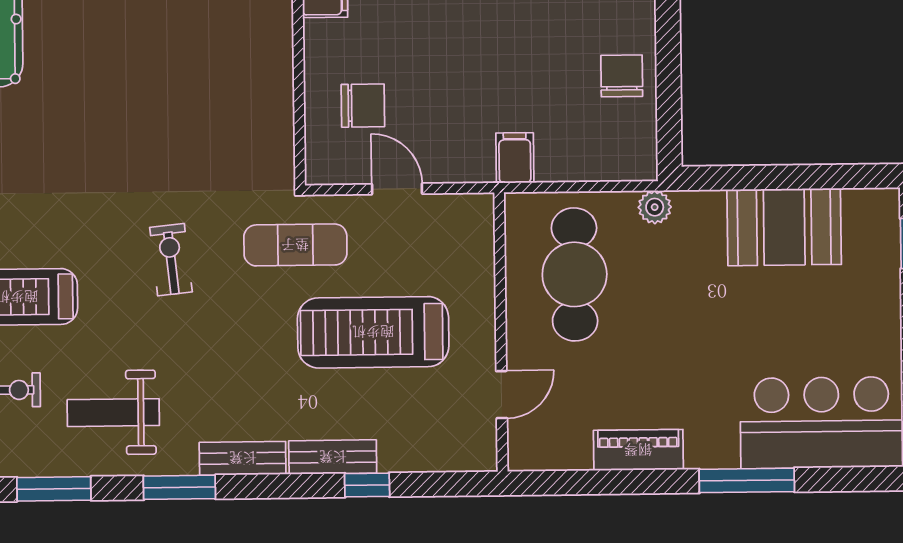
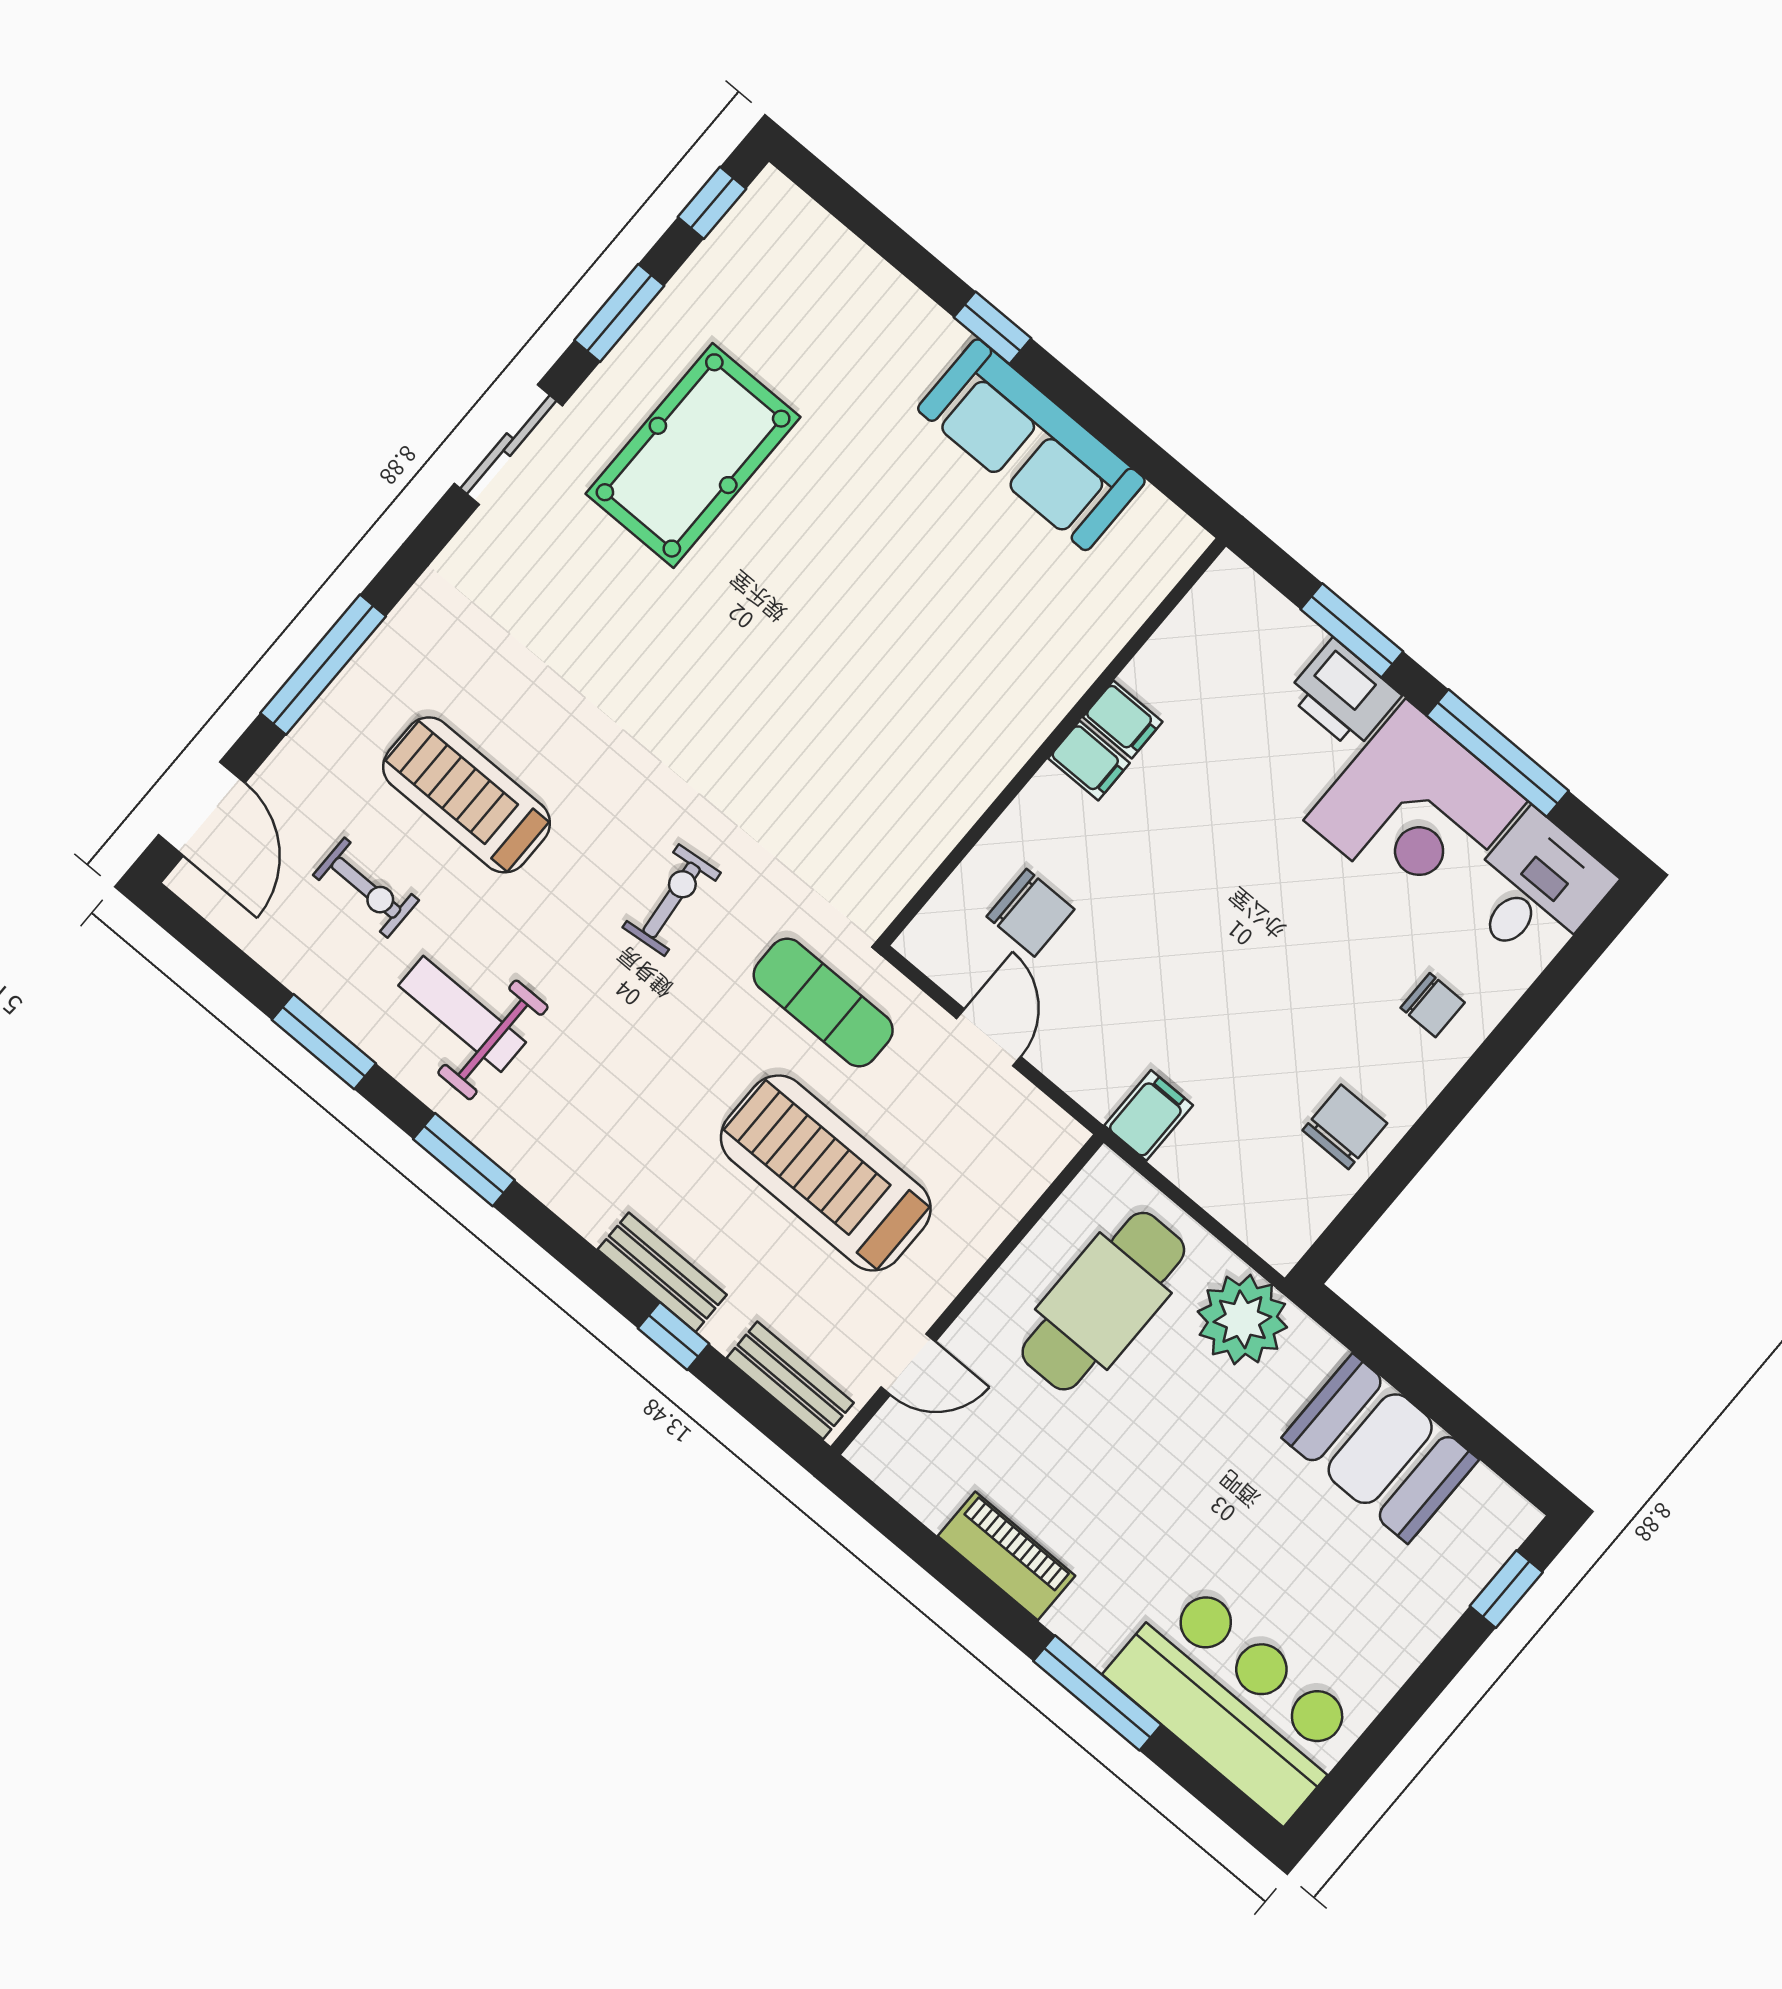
plant: (655, 207) -> (1242, 1319), width x1.88, depth x1.88
bench: (243, 458) -> (790, 1380), moved

